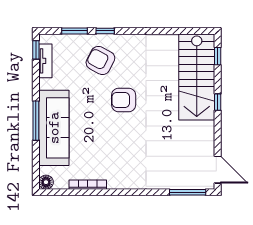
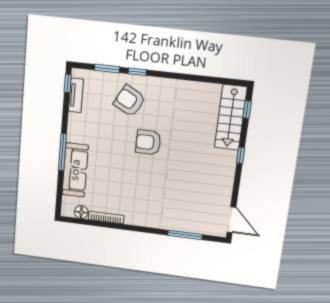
stairs: (197, 77) -> (231, 117), width x0.73, depth x0.66
sofa: (54, 128) -> (75, 170), width x0.74, depth x0.79
floor lamp: (46, 182) -> (81, 212), moved
window: (188, 192) -> (185, 235), moved

